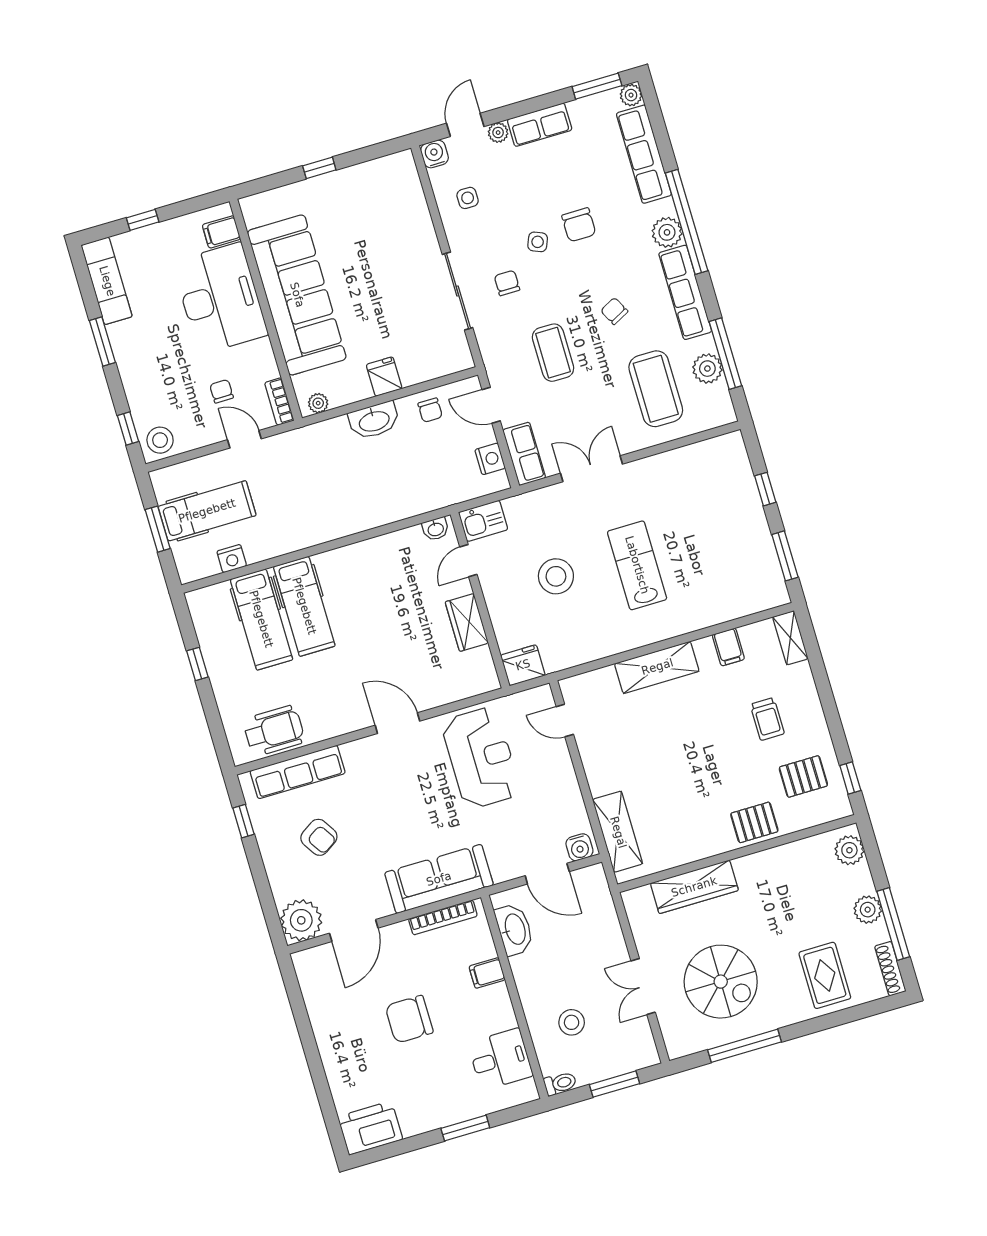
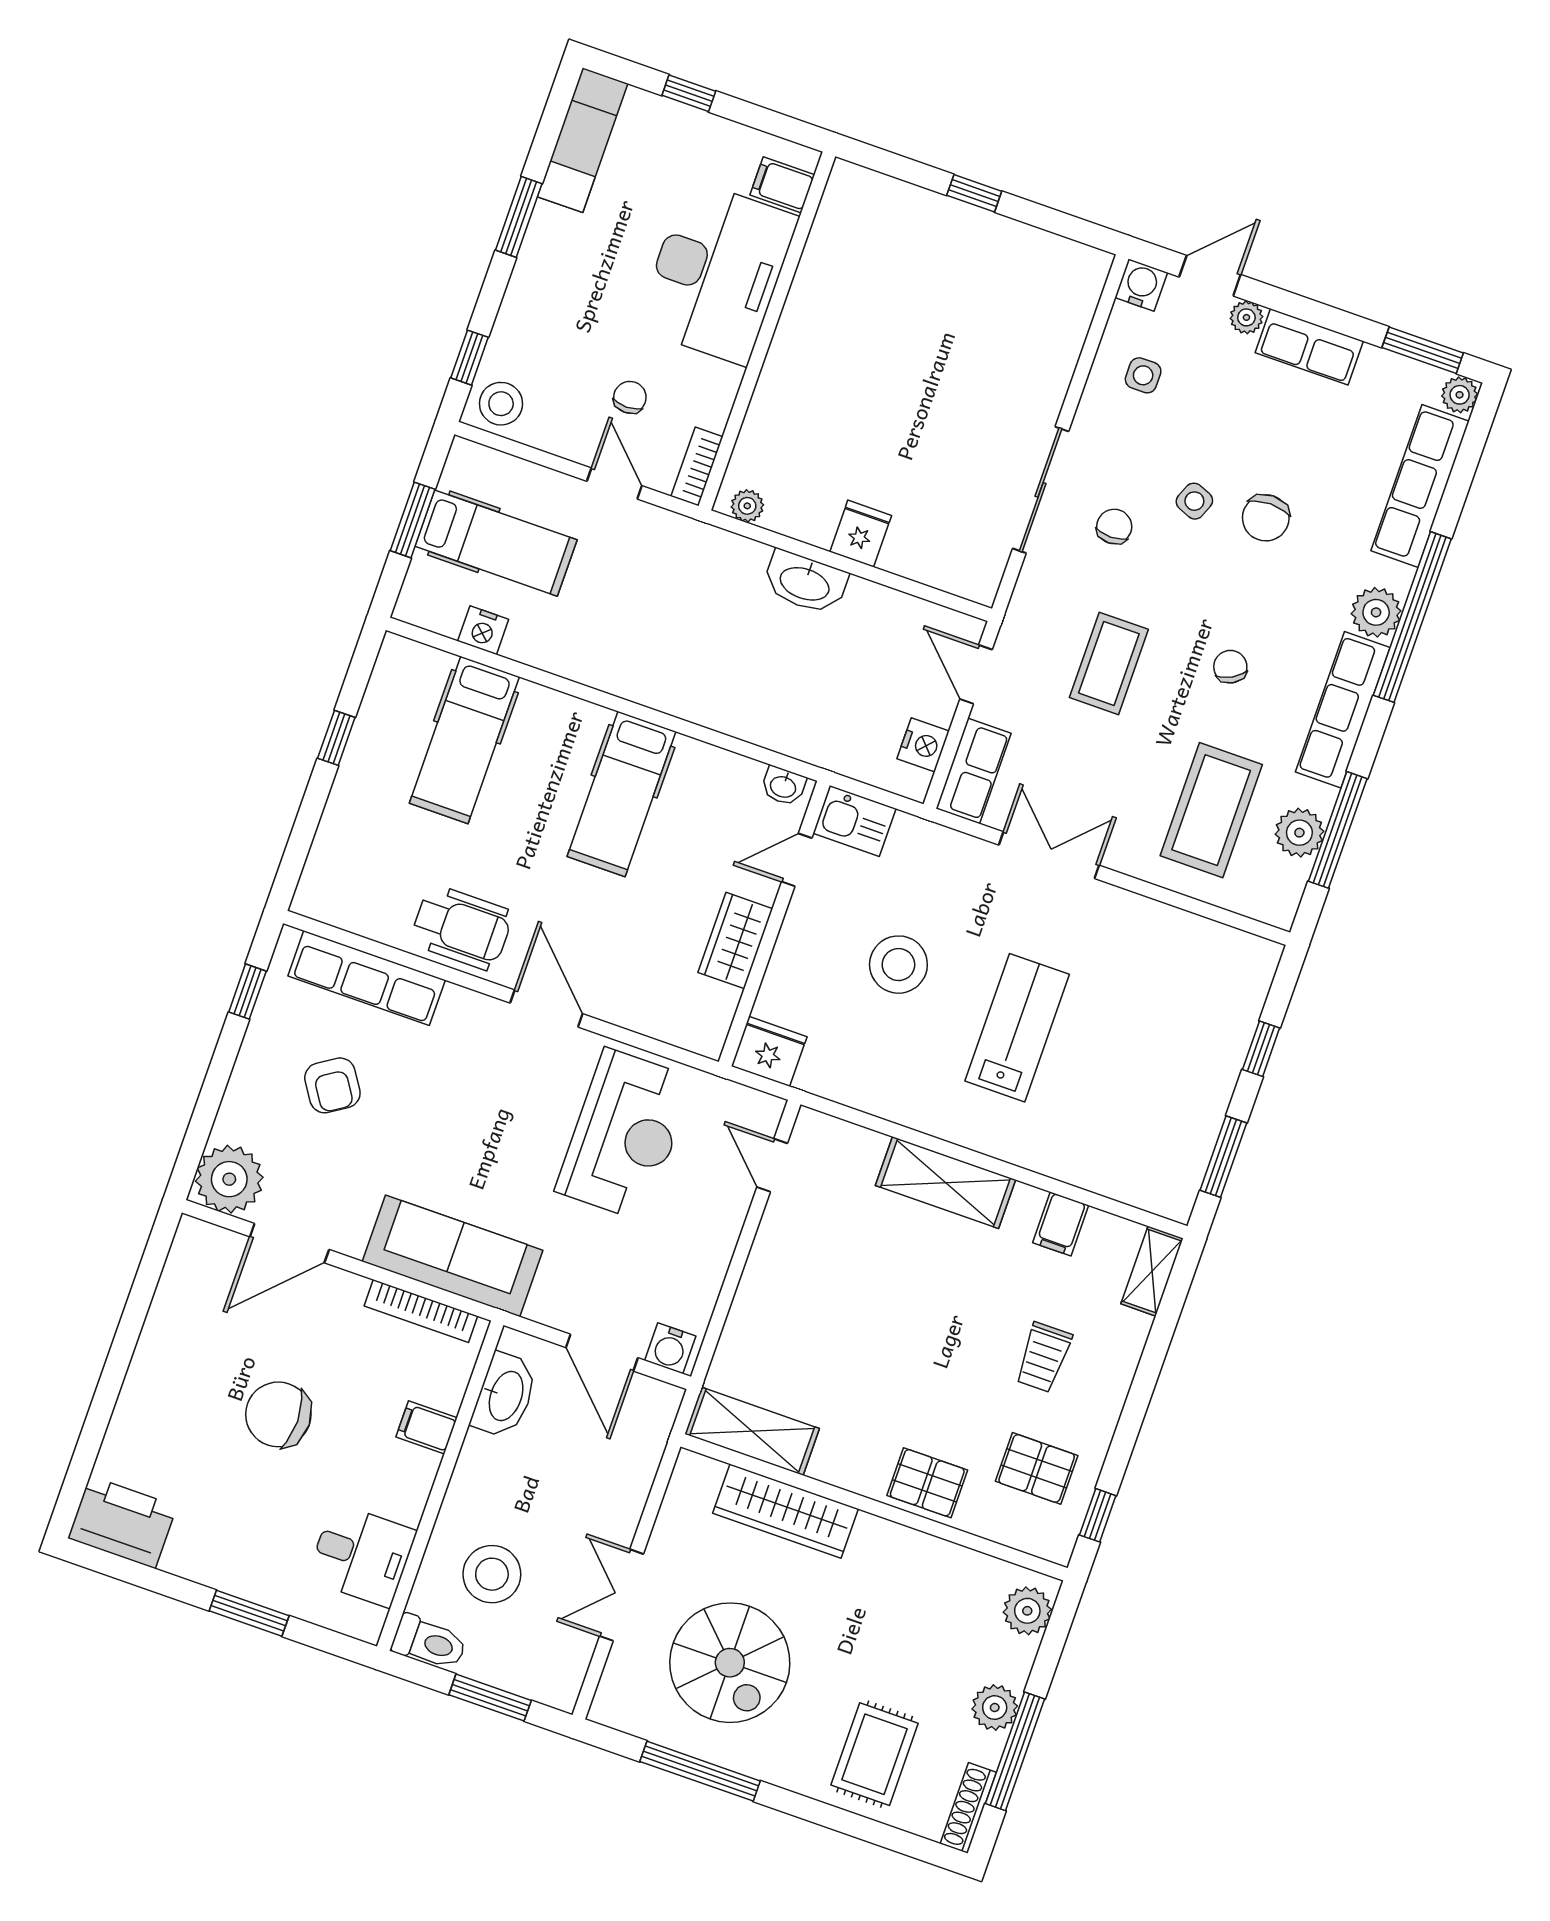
sofa: (297, 295) -> (822, 341), removed
chair: (430, 410) -> (890, 622), removed
hospital bed: (304, 606) -> (622, 794), moved
wheelchair: (274, 731) -> (461, 927), moved
shelving: (618, 832) -> (752, 1431), moved, turned 90
stool: (572, 1022) -> (492, 1574), width x1.38, depth x1.38
toilet: (560, 1083) -> (429, 1642), width x1.37, depth x1.39

